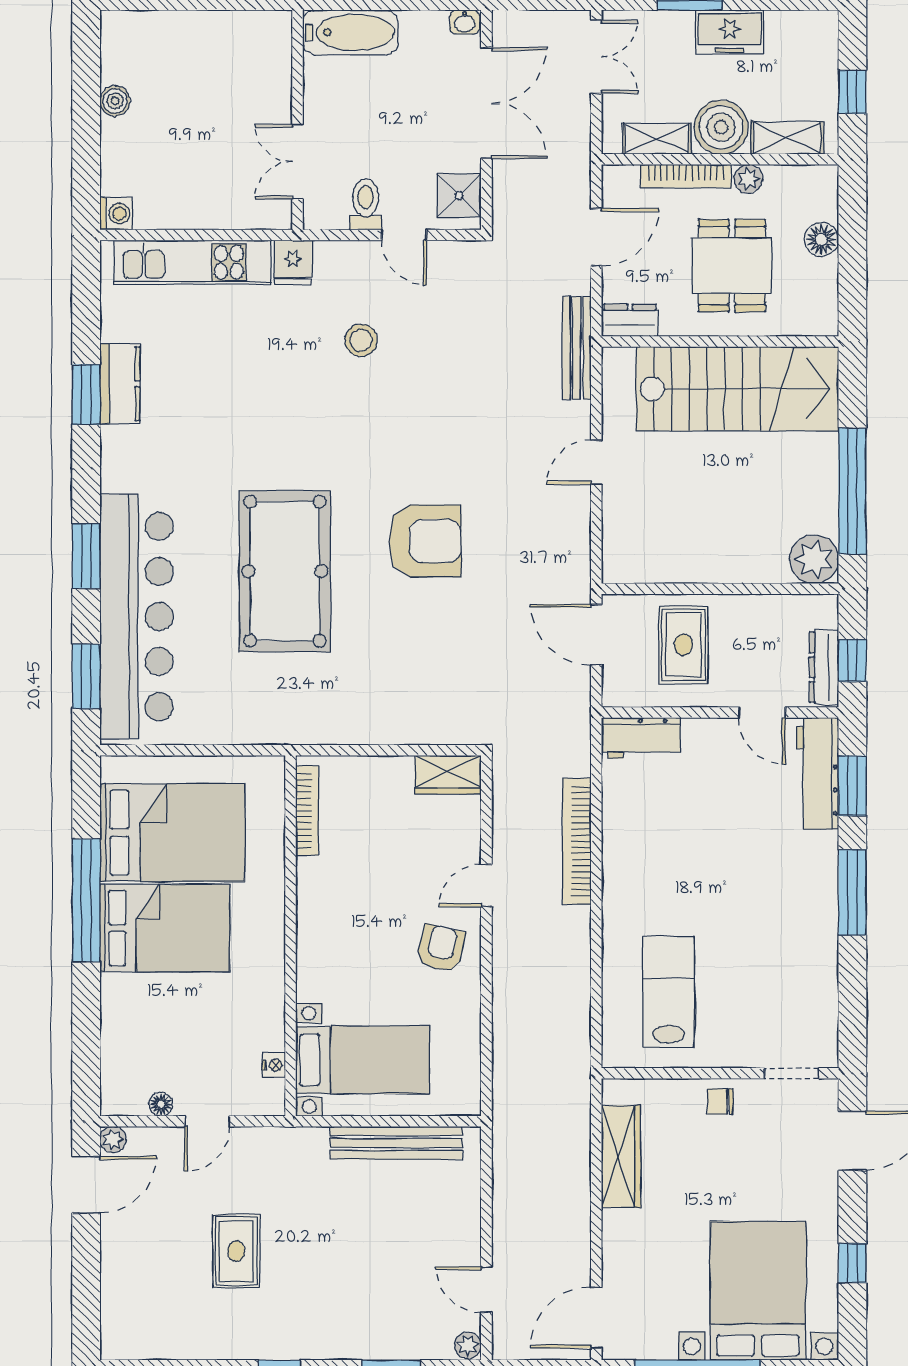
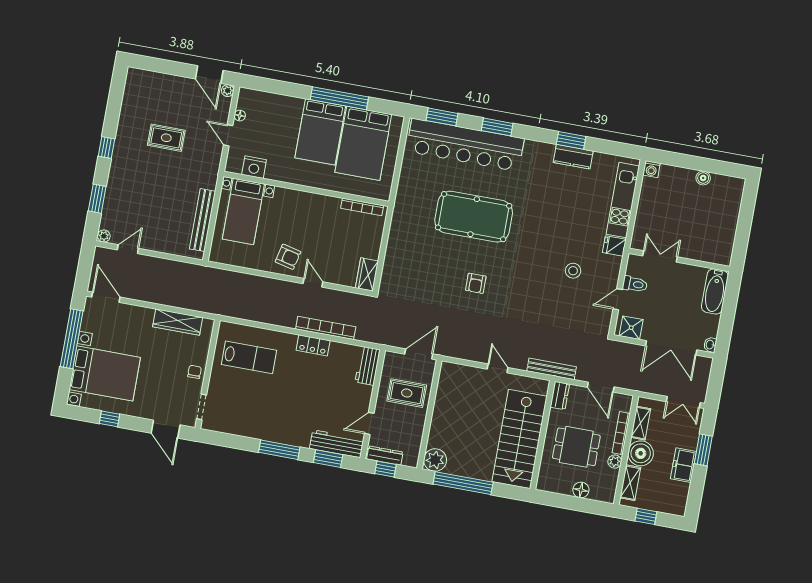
armchair: (425, 541) -> (476, 283), width x0.53, depth x0.53
locker: (619, 861) -> (313, 345), added
nightstand: (274, 1065) -> (254, 167), width x1.89, depth x1.79

